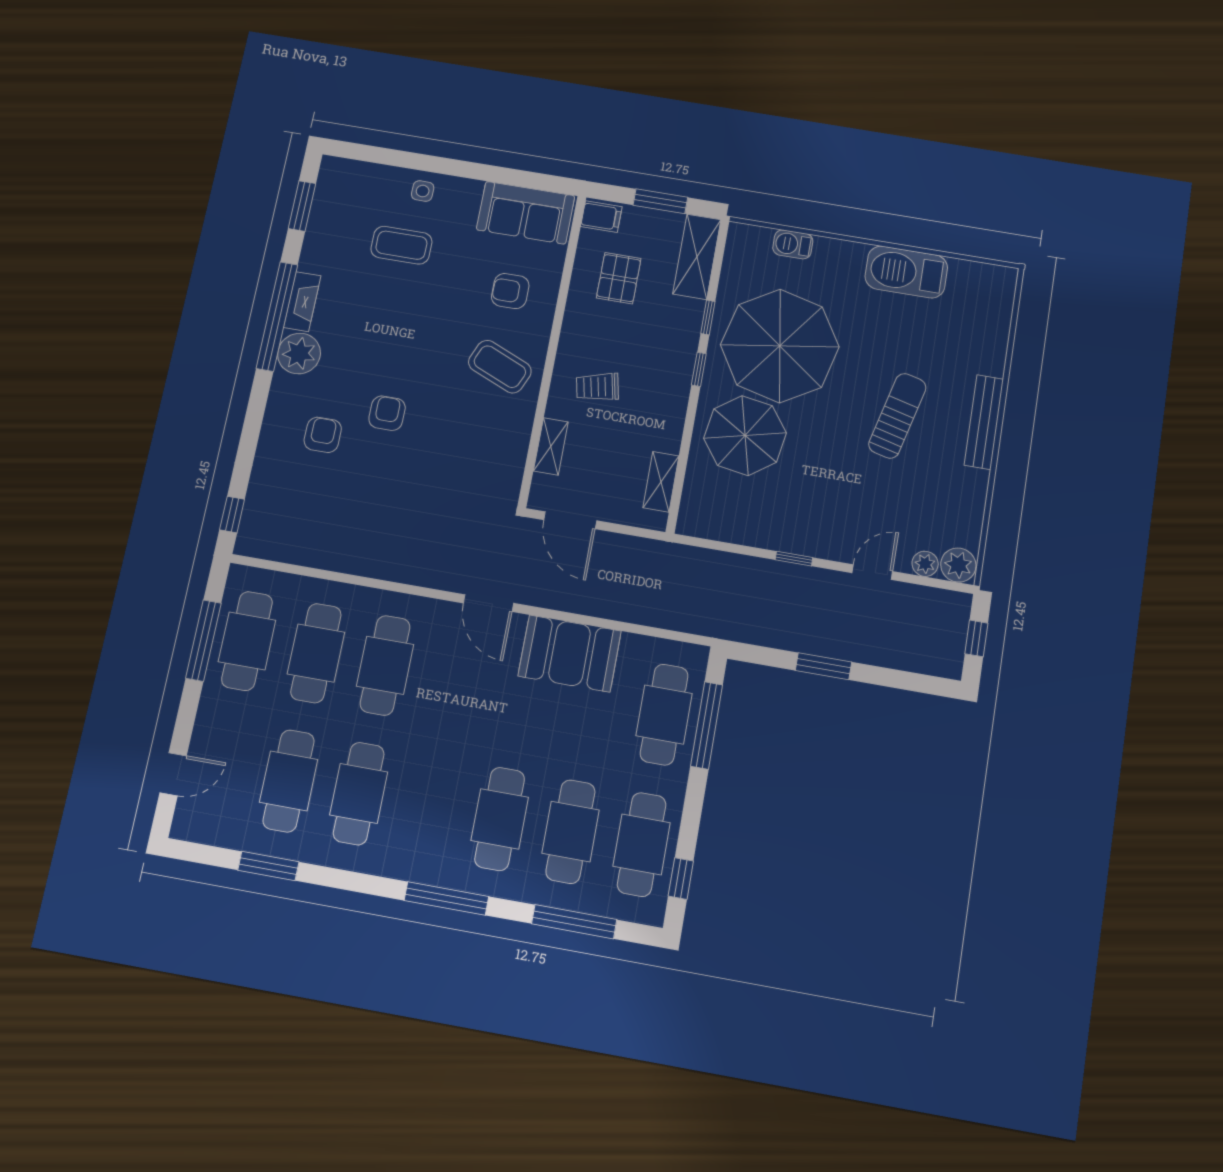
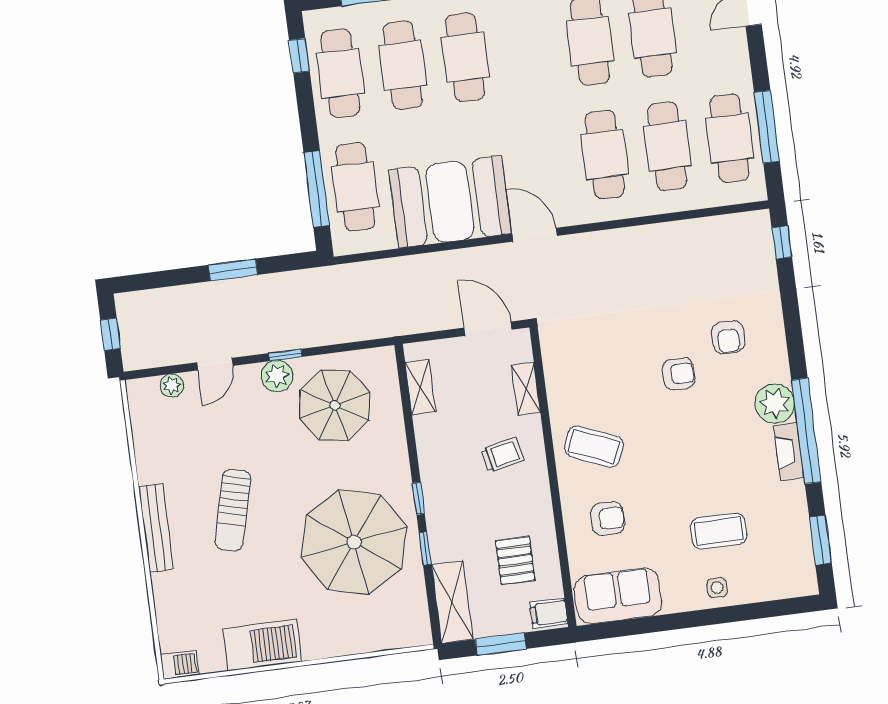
barbecue: (793, 244) -> (180, 665), moved
armchair: (387, 413) -> (679, 374), turned -90
parasol: (745, 436) -> (335, 405), moved
plant: (958, 565) -> (277, 376), moved
booth: (570, 654) -> (450, 202), width x1.36, depth x1.42

